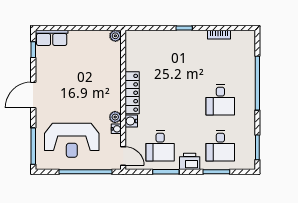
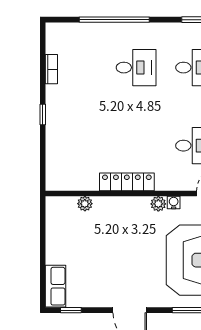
plant: (115, 36) -> (85, 204), moved
water cooler: (131, 121) -> (163, 183), removed

